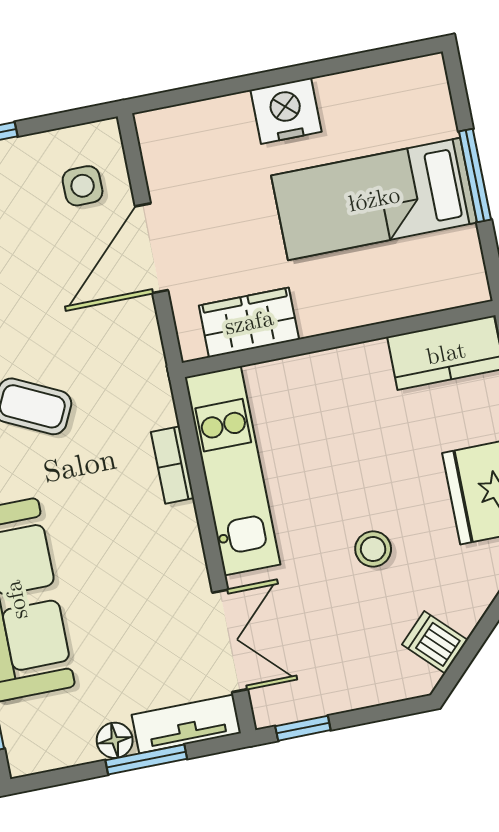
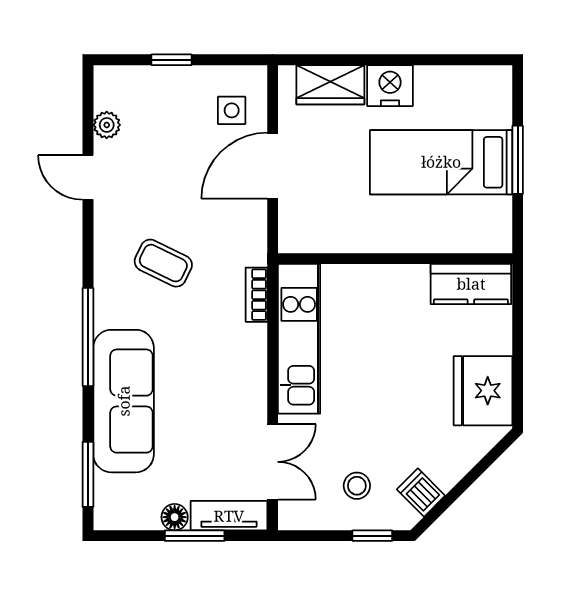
wardrobe: (249, 322) -> (330, 85), moved, turned 180
bookcase: (173, 465) -> (256, 295), moved
stool: (373, 549) -> (357, 486), moved
window: (303, 728) -> (372, 536), moved

